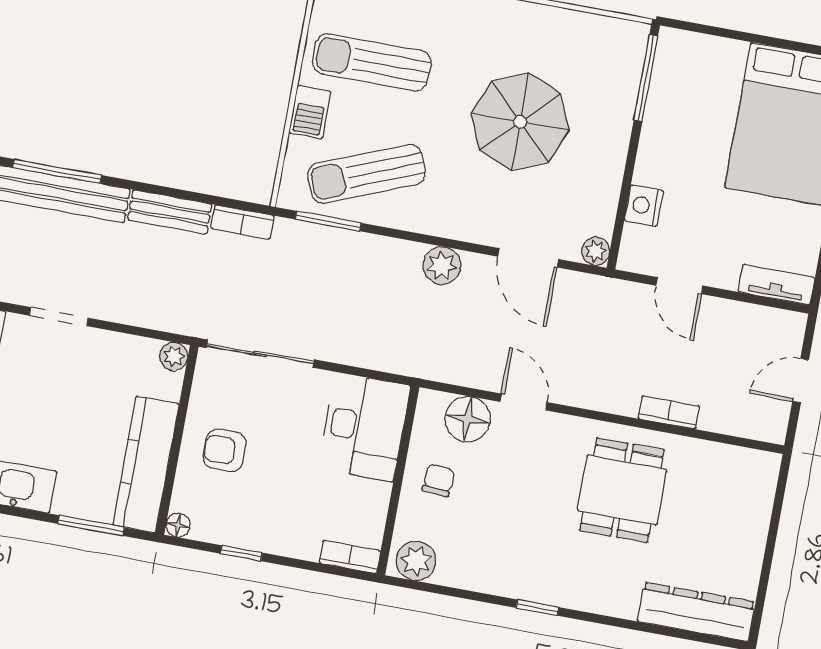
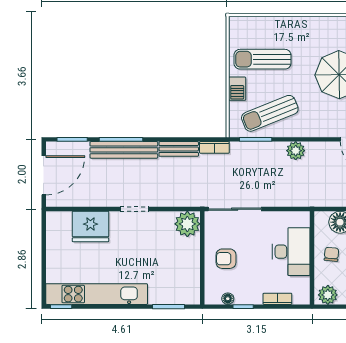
plant: (442, 266) -> (296, 151), moved
plant: (174, 356) -> (187, 224), width x1.88, depth x1.88
desk: (364, 427) -> (291, 252), moved
kitchen counter: (146, 464) -> (189, 272), removed
floor lamp: (178, 525) -> (228, 299), moved
bookcase: (350, 557) -> (277, 299), moved

